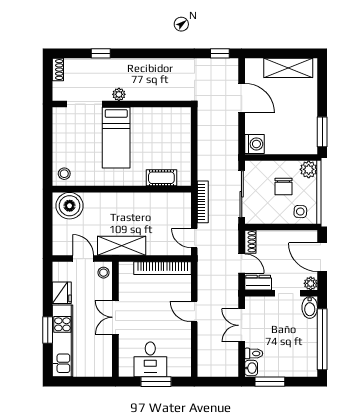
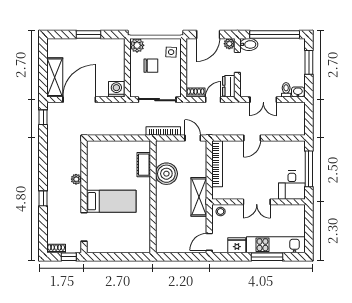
window: (101, 53) -> (43, 198), moved
shelving: (288, 68) -> (55, 77), moved
window: (48, 85) -> (69, 257), added
plant: (119, 94) -> (76, 179), moved
door: (242, 98) -> (79, 100), width x1.36
window: (322, 132) -> (89, 34), moved
stool: (64, 174) -> (140, 243), removed
boiler: (70, 206) -> (166, 174), moved
door: (194, 238) -> (193, 138), swing flipped
door: (83, 259) -> (209, 242), moved
window: (48, 330) -> (267, 257), width x1.44
desk: (150, 359) -> (292, 185), moved, turned 90
window: (156, 382) -> (309, 169), width x1.44
window: (270, 382) -> (309, 62), moved

